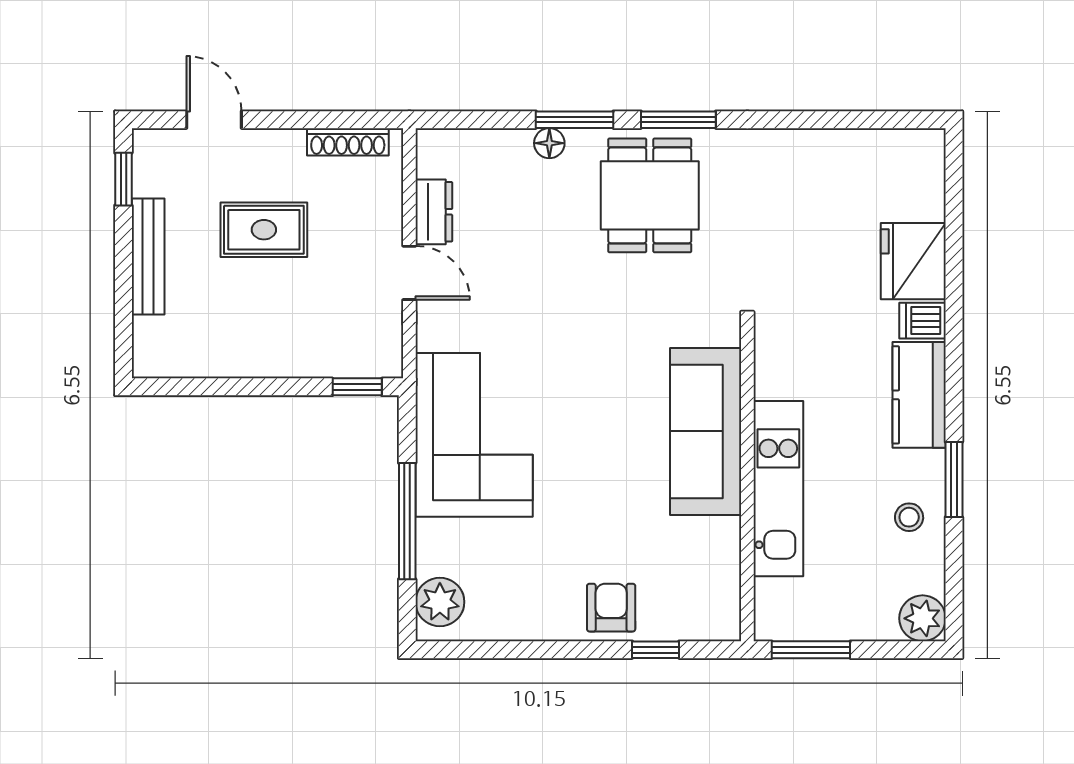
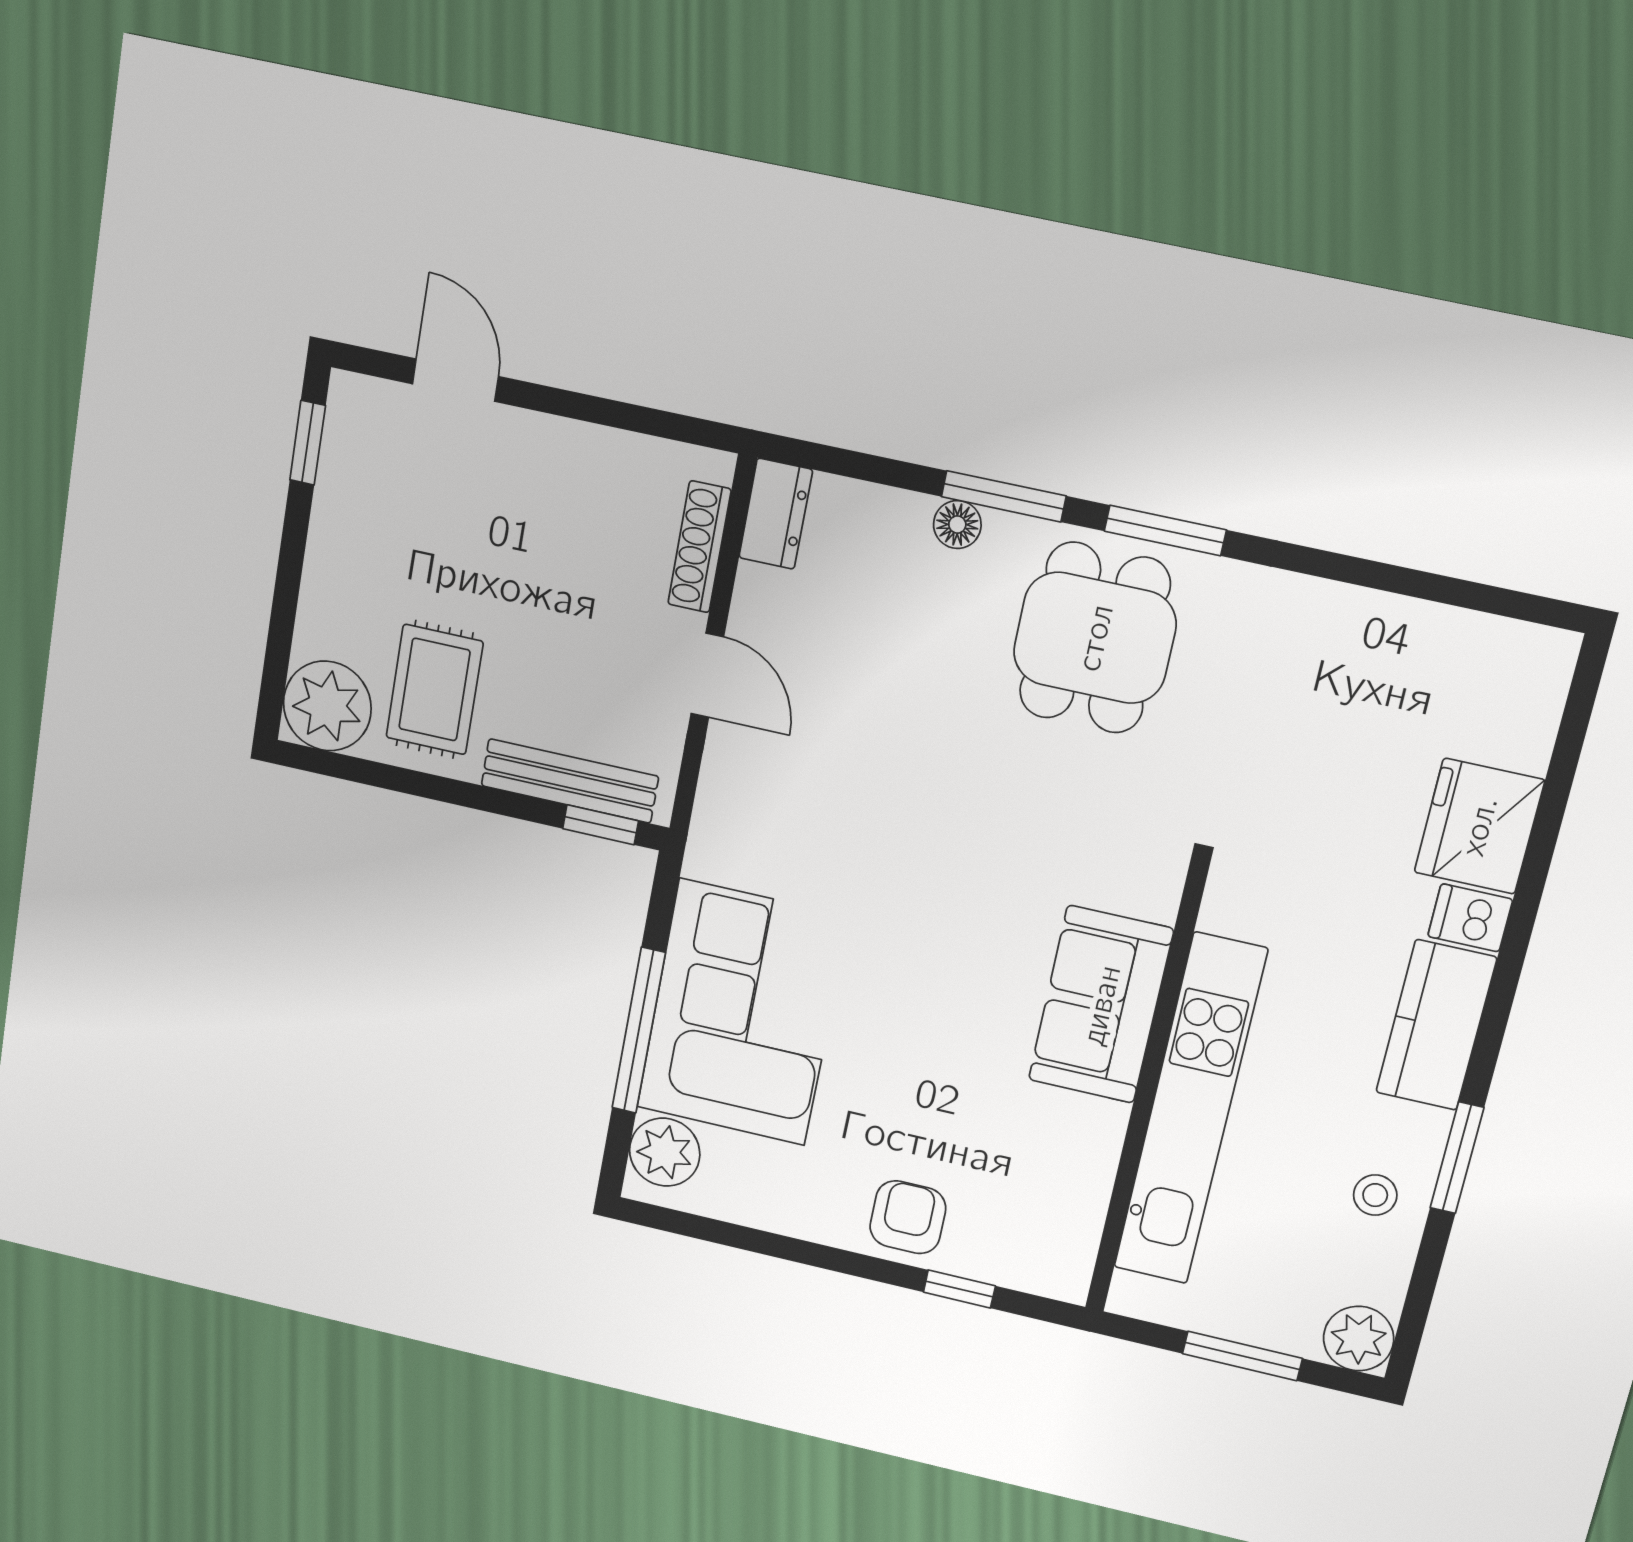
shoe rack: (348, 142) -> (699, 547), moved, turned 90
dresser: (434, 212) -> (776, 514), moved
rug: (264, 230) -> (434, 690), moved, turned 90
bench: (148, 257) -> (570, 781), moved, turned 90
plant: (162, 348) -> (327, 706), added
sofa: (706, 431) -> (1101, 1005), width x0.73
corner sofa: (474, 435) -> (742, 1013), moved
kitchen unit: (778, 489) -> (1190, 1110), width x1.36
window: (811, 650) -> (1242, 1356), moved

